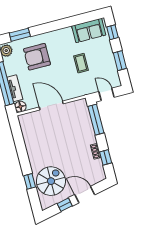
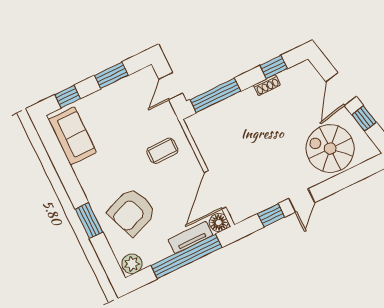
window: (20, 35) -> (89, 221), moved
armchair: (37, 57) -> (132, 212), turned 69
coffee table: (81, 63) -> (162, 151), moved
door: (51, 105) -> (215, 190), moved
door: (24, 158) -> (302, 200), added
window: (30, 181) -> (271, 215), moved

